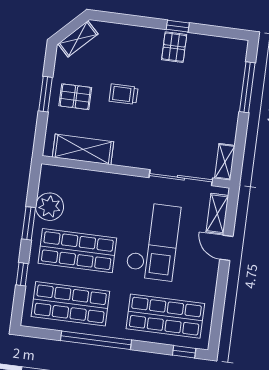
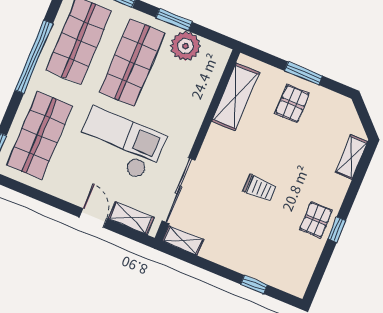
shelving: (78, 39) -> (351, 157), moved, turned 45
pallet: (174, 47) -> (316, 220), turned 90
window: (247, 87) -> (254, 284), width x0.46
trolley: (124, 94) -> (260, 188), moved, turned 90
checkout: (153, 241) -> (120, 144), turned 180
door: (226, 248) -> (93, 218), hinge flipped

